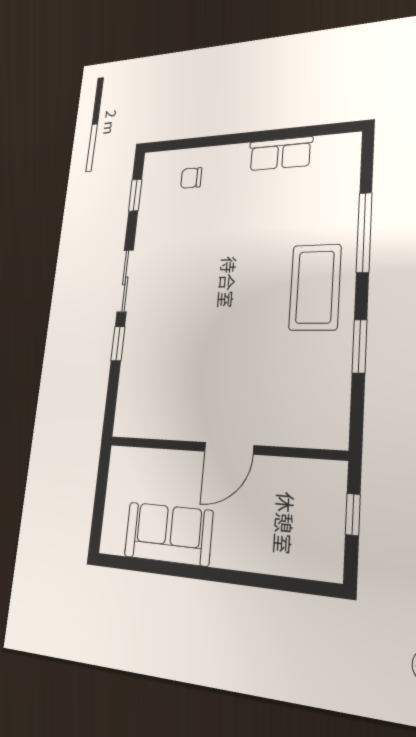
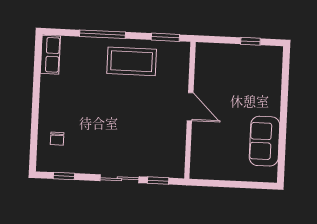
row of seats: (280, 154) -> (50, 55), moved
wall: (223, 448) -> (190, 110), moved
door: (229, 448) -> (190, 107), moved

